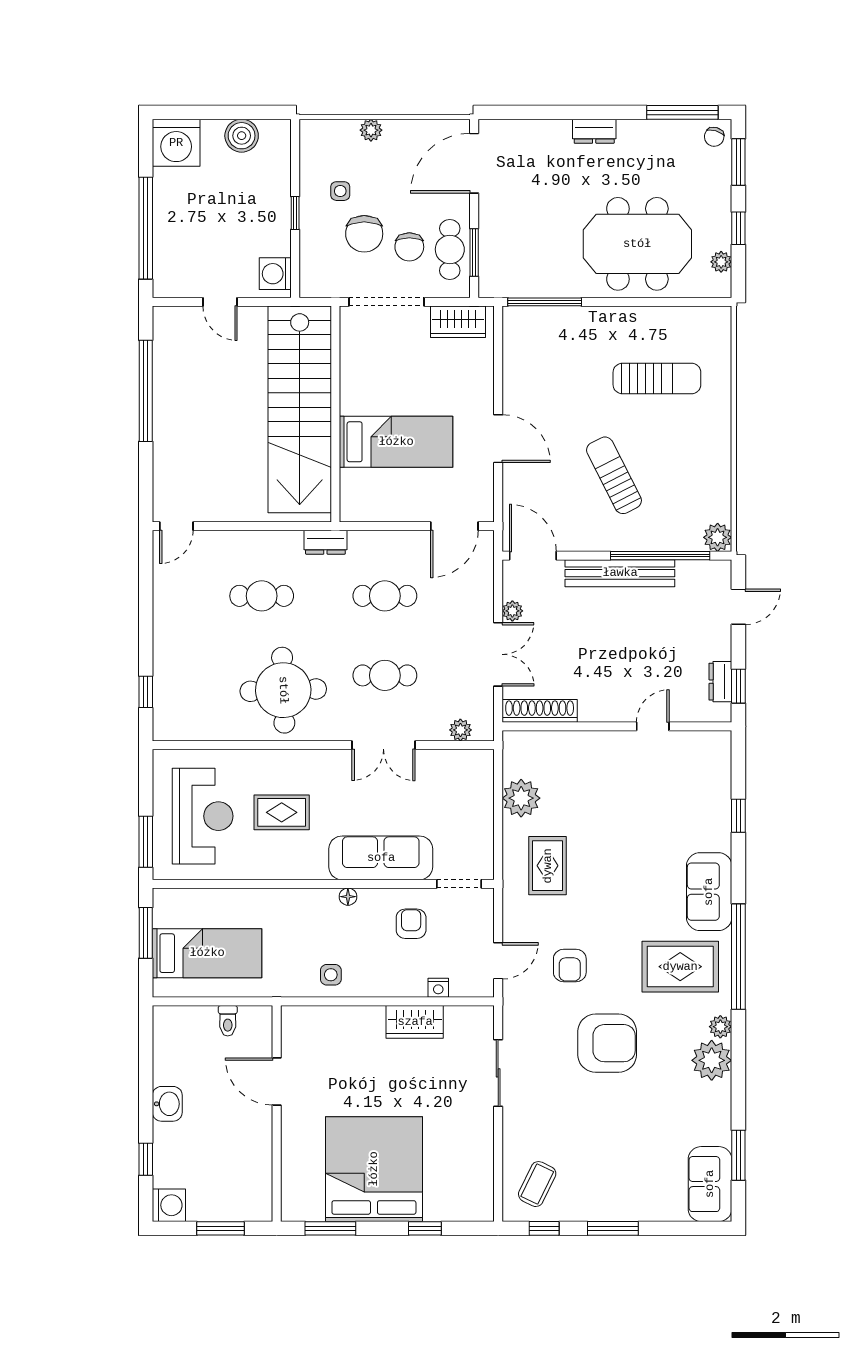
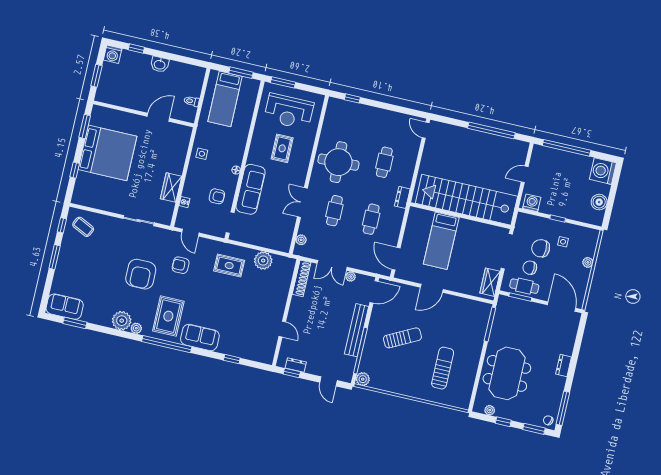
sun lounger: (657, 379) -> (443, 368), turned 180

